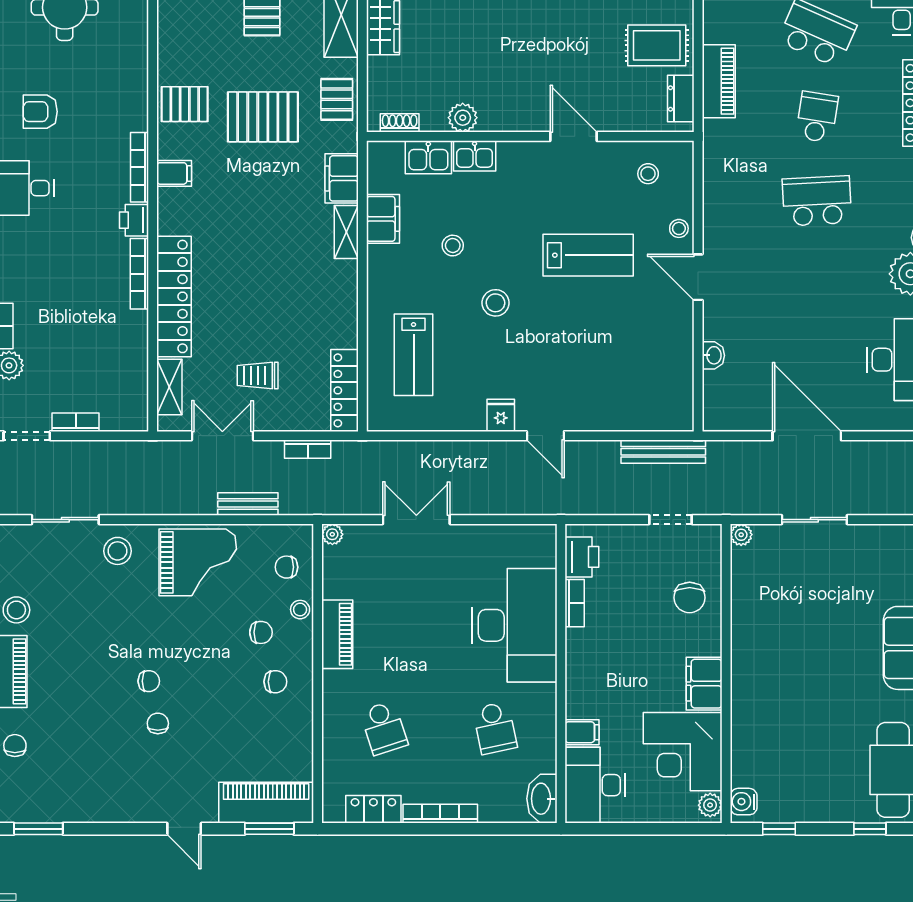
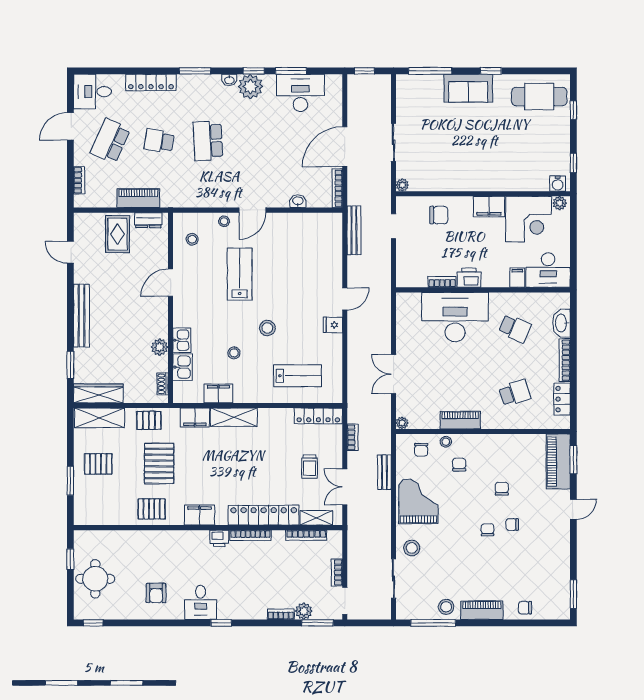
pallet: (185, 104) -> (152, 509), turned 90
bookcase: (140, 167) -> (306, 535), moved
filing cabinet: (174, 173) -> (200, 515), width x2.00
shelving: (346, 232) -> (234, 417), width x1.50, depth x1.33
bookcase: (736, 423) -> (337, 188), added
printer: (582, 557) -> (469, 278), moved
chair: (275, 682) -> (502, 489), moved
school desk: (495, 728) -> (515, 328), turned 36
washbasin: (542, 799) -> (561, 323), moved, turned 90

